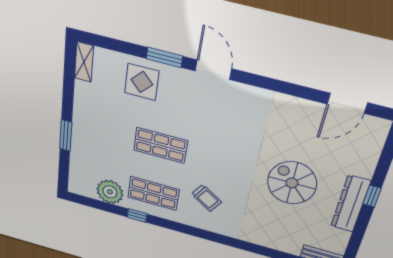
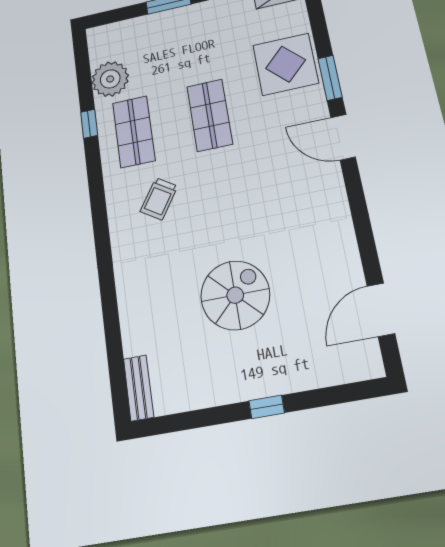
door: (213, 70) -> (343, 137), swing flipped
display table: (142, 82) -> (285, 64), width x1.36, depth x1.36
door: (347, 103) -> (381, 310), hinge flipped
dresser: (351, 204) -> (241, 385), removed

